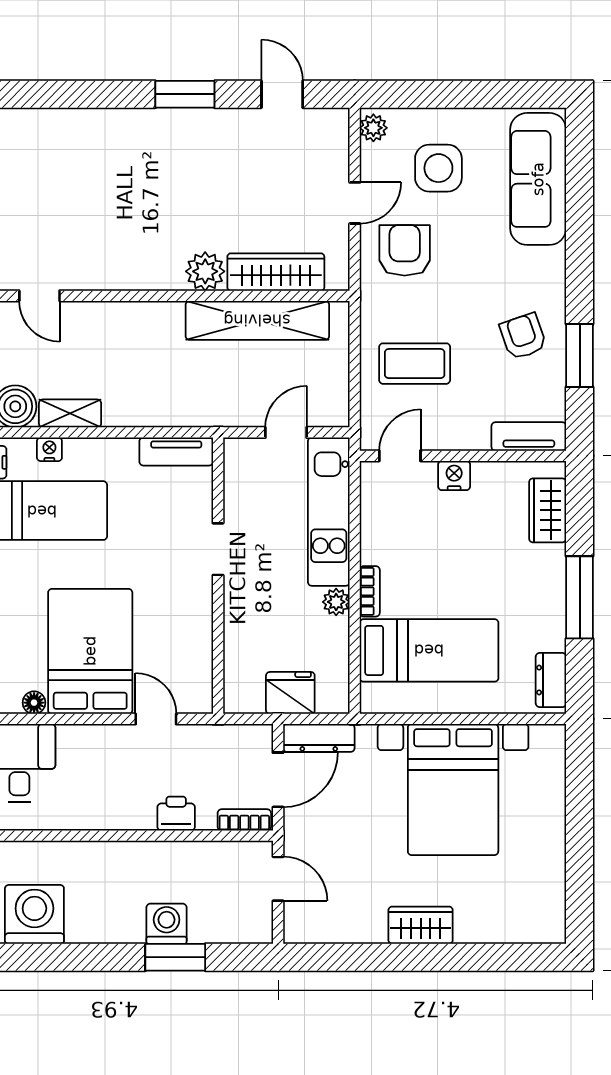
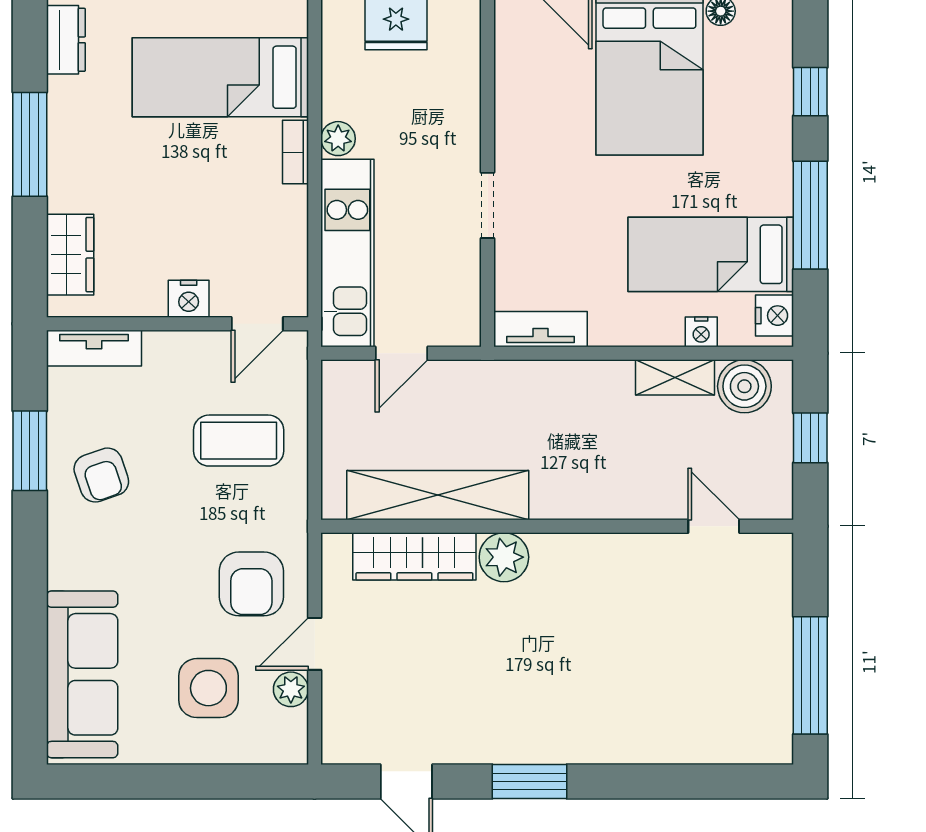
plant: (373, 128) -> (291, 689), moved

